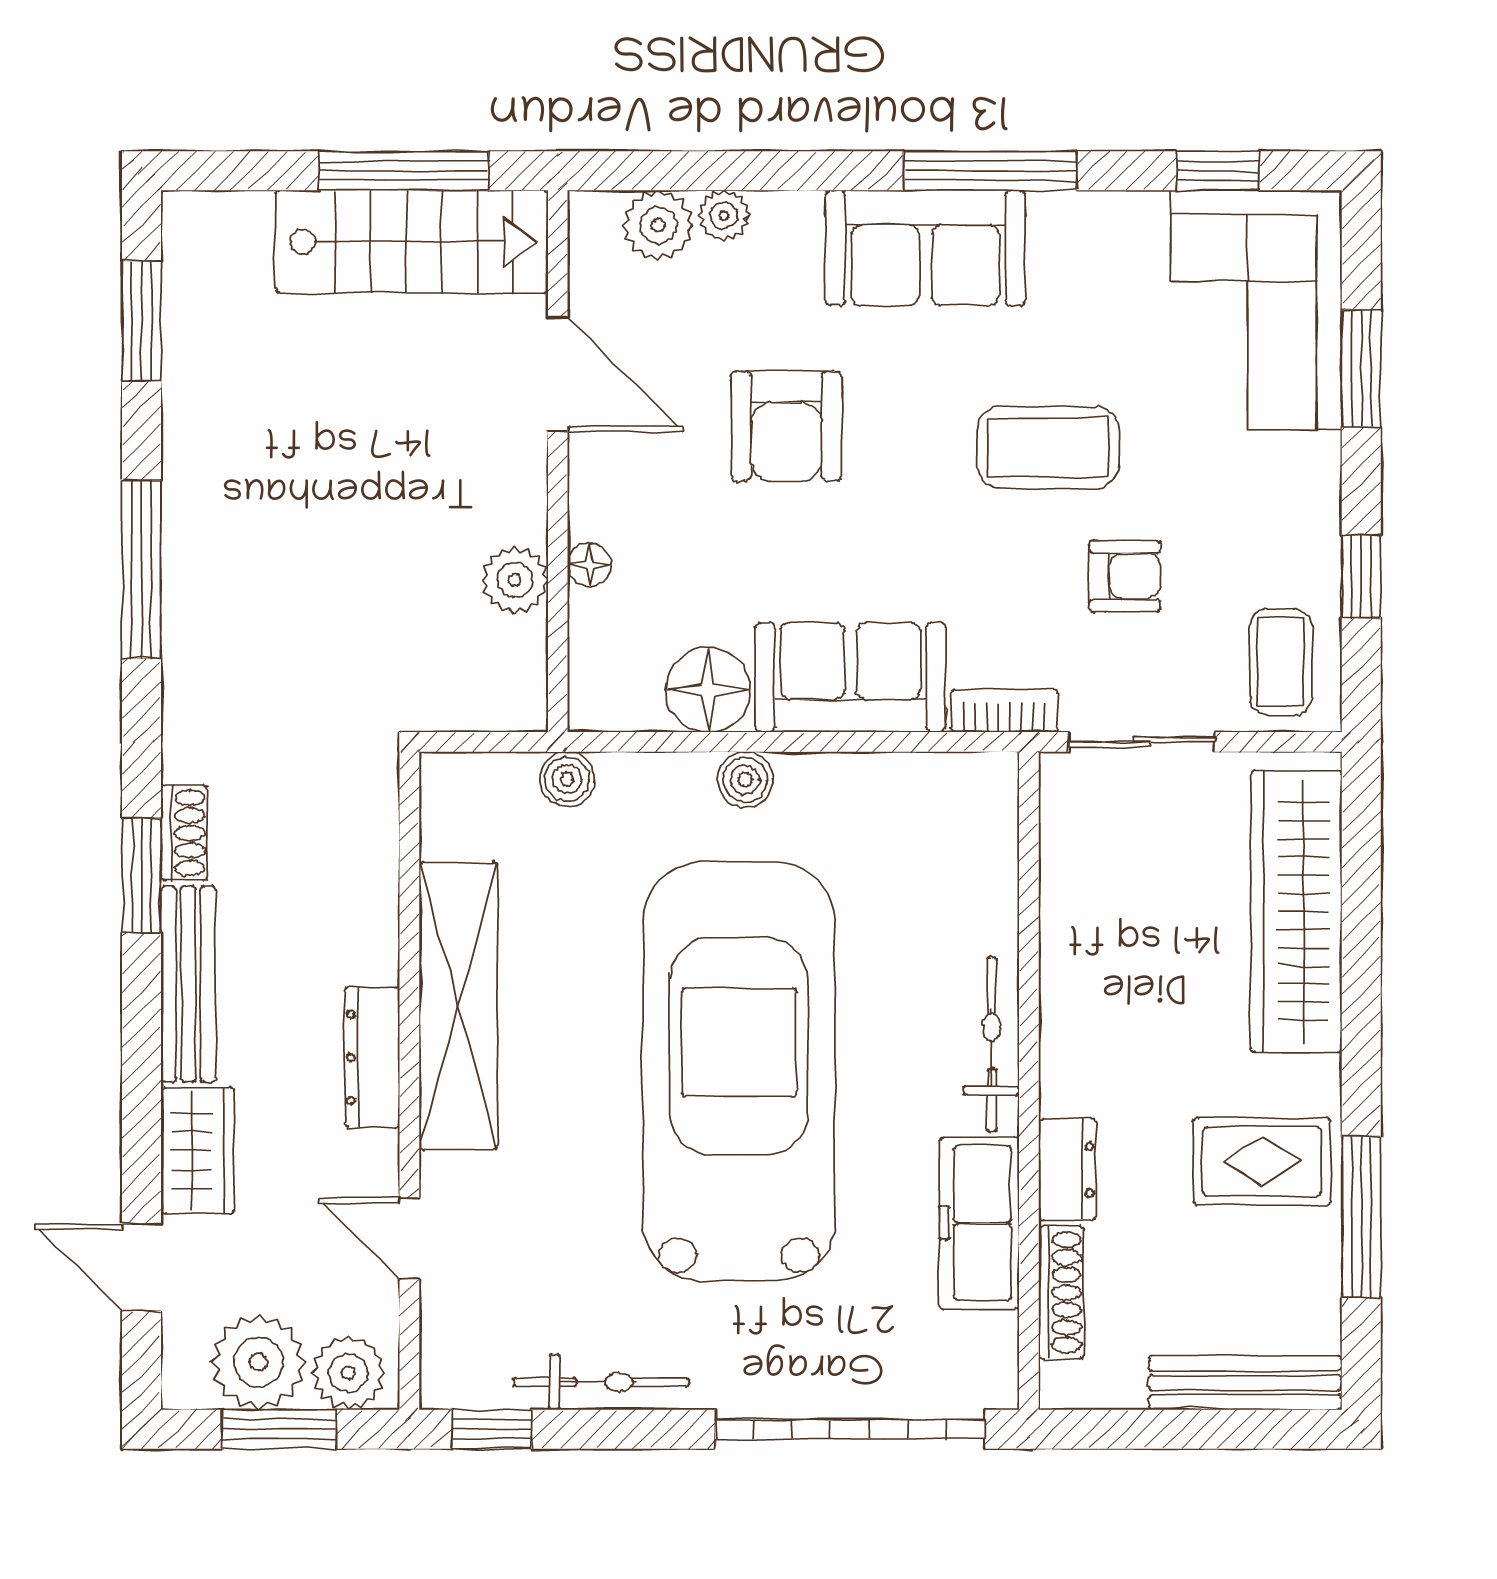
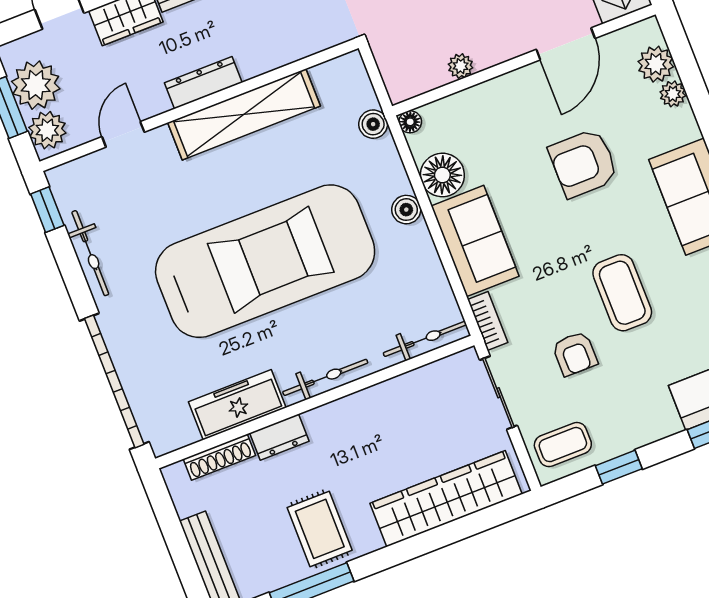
floor lamp: (589, 565) -> (410, 122), moved
plant: (515, 580) -> (461, 66), width x0.73, depth x0.73
bicycle: (992, 837) -> (425, 339), added

